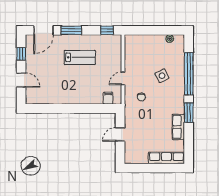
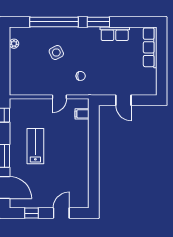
door: (123, 78) -> (59, 97), hinge flipped

